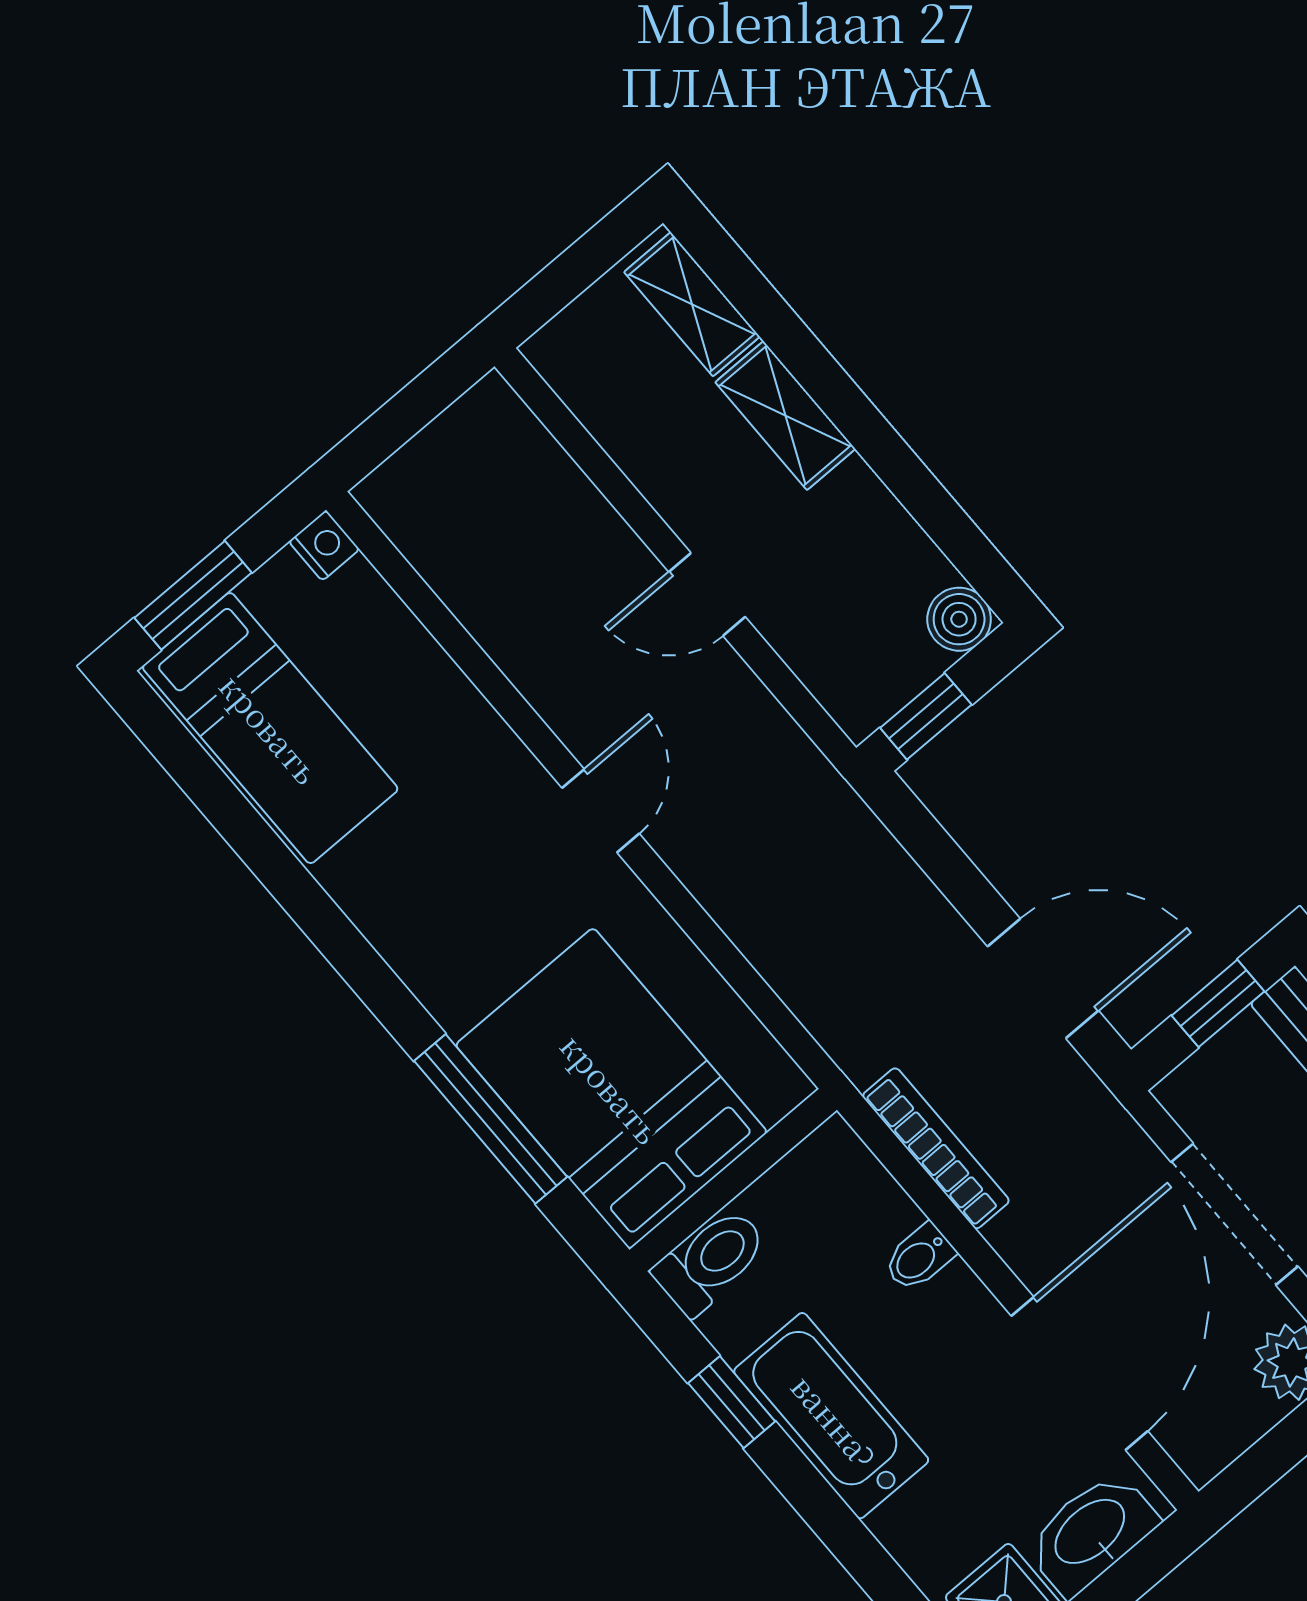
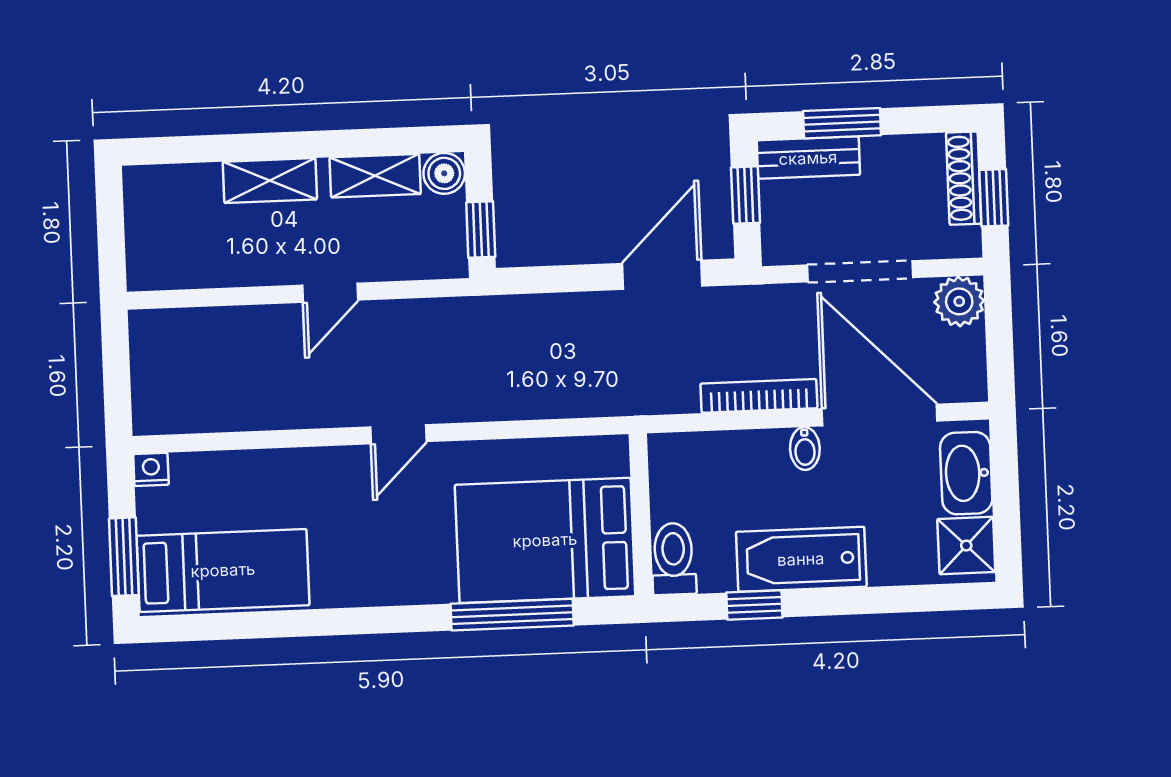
shelving: (692, 304) -> (375, 176), moved
door: (601, 811) -> (398, 434), swing flipped
bookcase: (936, 1148) -> (759, 396), moved
bidet: (919, 1257) -> (805, 449), moved

